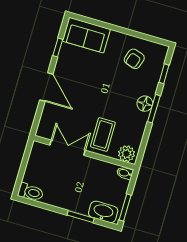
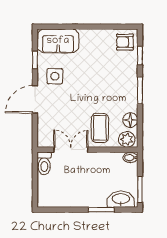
armchair: (134, 59) -> (125, 42), moved, turned 72
side table: (73, 70) -> (55, 76), added
door: (46, 87) -> (35, 99), swing flipped
floor lamp: (145, 104) -> (130, 120), moved
toilet: (31, 192) -> (44, 163), moved, turned 90

